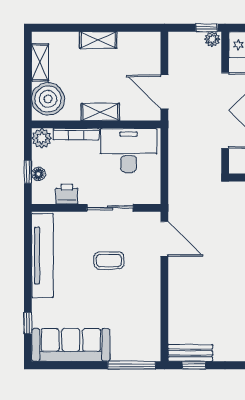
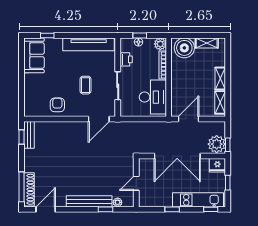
plant: (212, 39) -> (217, 144), width x1.88, depth x1.88
shelving: (100, 112) -> (220, 102), moved
armchair: (141, 307) -> (57, 105), added
sofa: (71, 345) -> (34, 55), width x0.73
window: (132, 365) -> (21, 99), removed

